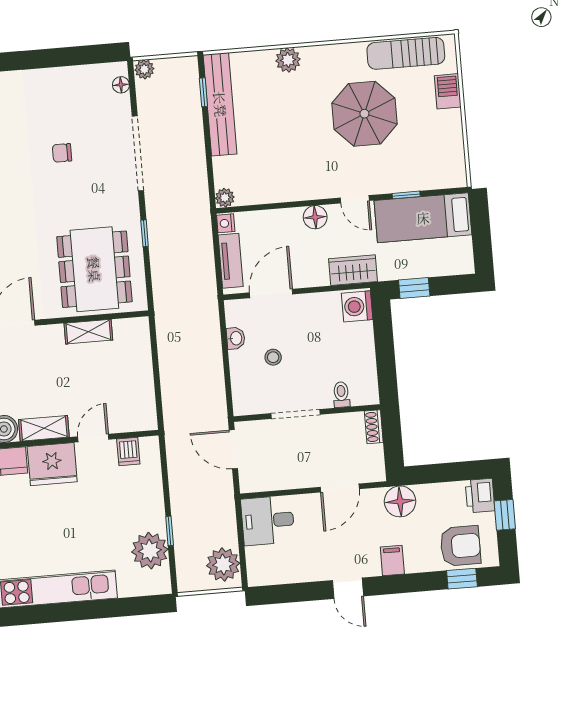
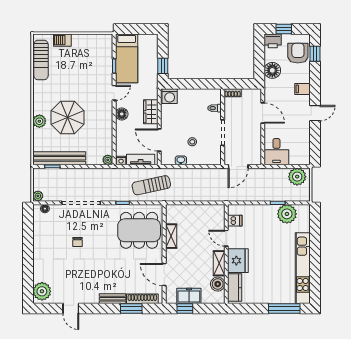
parasol: (364, 114) -> (68, 117), moved
wardrobe: (353, 270) -> (151, 112), moved
sun lounger: (183, 285) -> (151, 185), added
floor lamp: (400, 501) -> (272, 70), moved

